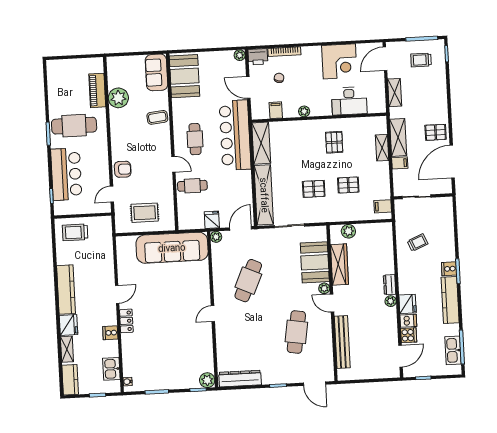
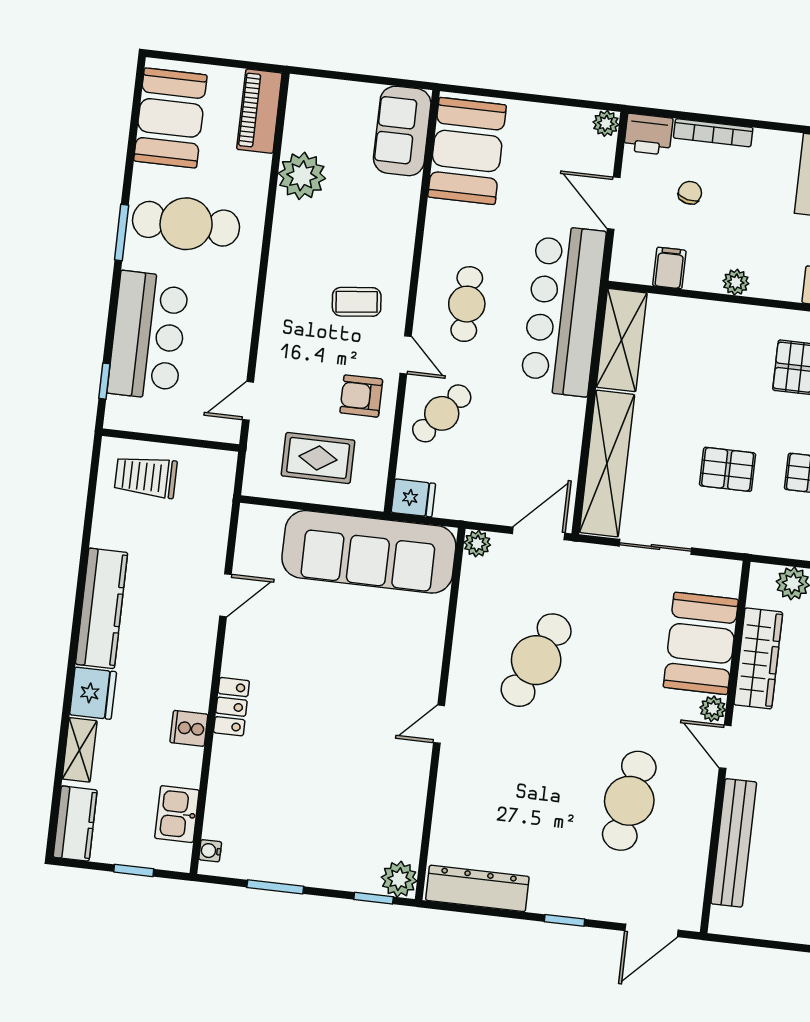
booth: (60, 83) -> (170, 118), added
piano: (97, 90) -> (259, 111), moved
coffee table: (157, 117) -> (357, 302), moved
armchair: (123, 169) -> (361, 396), moved, turned 180
cafe table: (192, 186) -> (442, 413), turned -51
fridge: (212, 220) -> (413, 498), moved, turned 90
door: (117, 294) -> (226, 595), moved
door: (314, 384) -> (651, 930), hinge flipped

